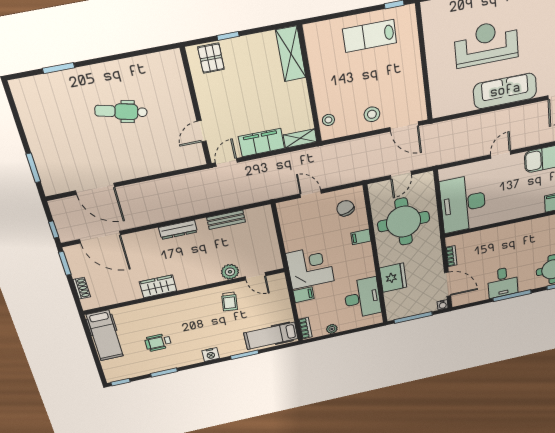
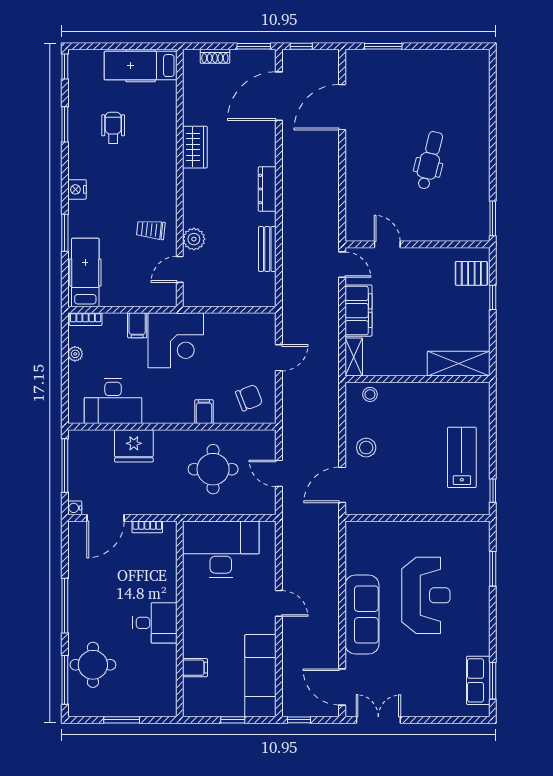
window: (58, 68) -> (493, 218), moved
round table: (404, 222) -> (213, 469), width x0.73, depth x0.73
desk: (503, 282) -> (155, 623), moved, turned 180

